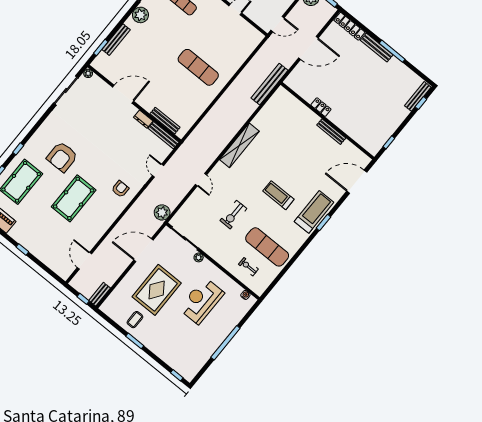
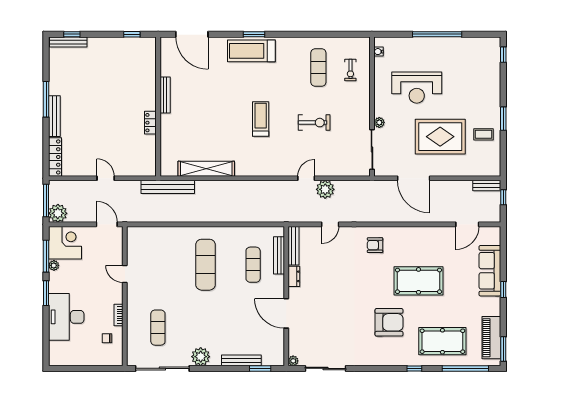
door: (308, 48) -> (106, 178), width x0.53
exercise mat: (173, 99) -> (253, 265), added
shelving: (239, 145) -> (206, 169), moved
treadmill: (278, 195) -> (261, 119), moved, turned 180
plant: (162, 212) -> (325, 189), moved
exercise mat: (267, 247) -> (318, 68), width x0.73, depth x0.69
sofa: (42, 251) -> (490, 271), added

